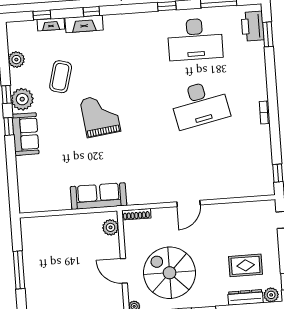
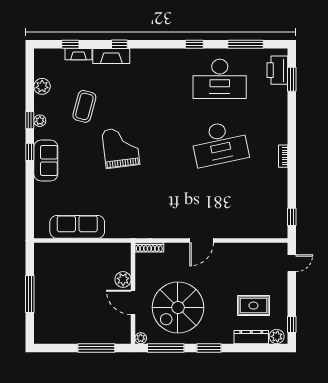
plant: (22, 99) -> (40, 121), width x0.53, depth x0.53
sofa: (98, 196) -> (77, 227), moved
plant: (111, 227) -> (123, 279), moved
spiral stairs: (170, 273) -> (178, 307), turned -90

